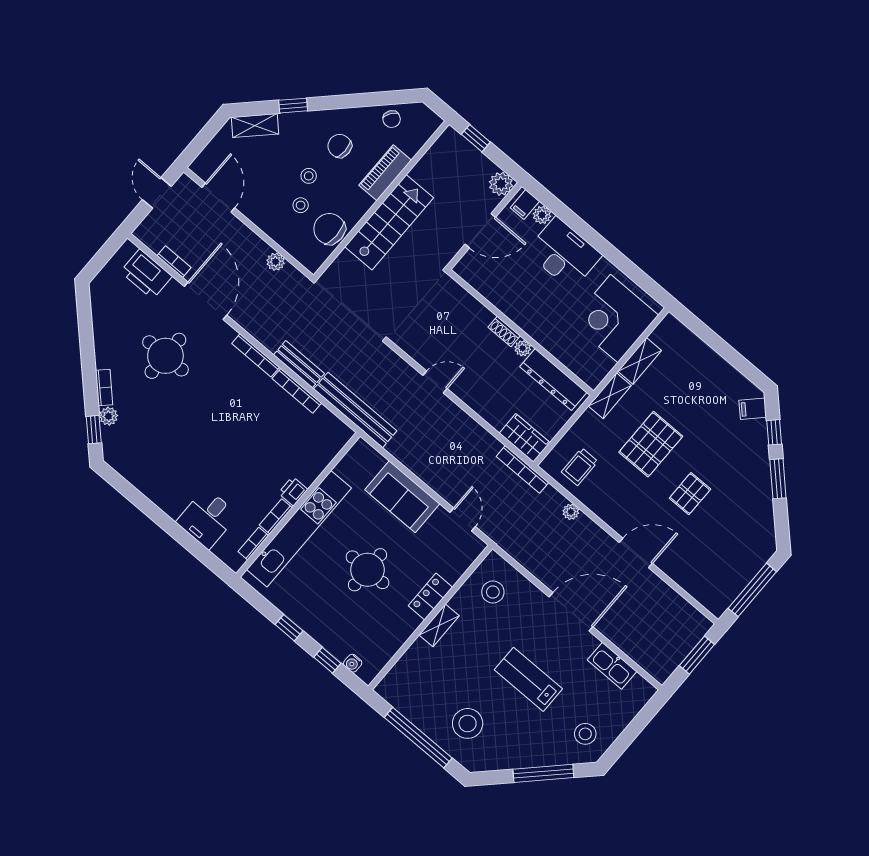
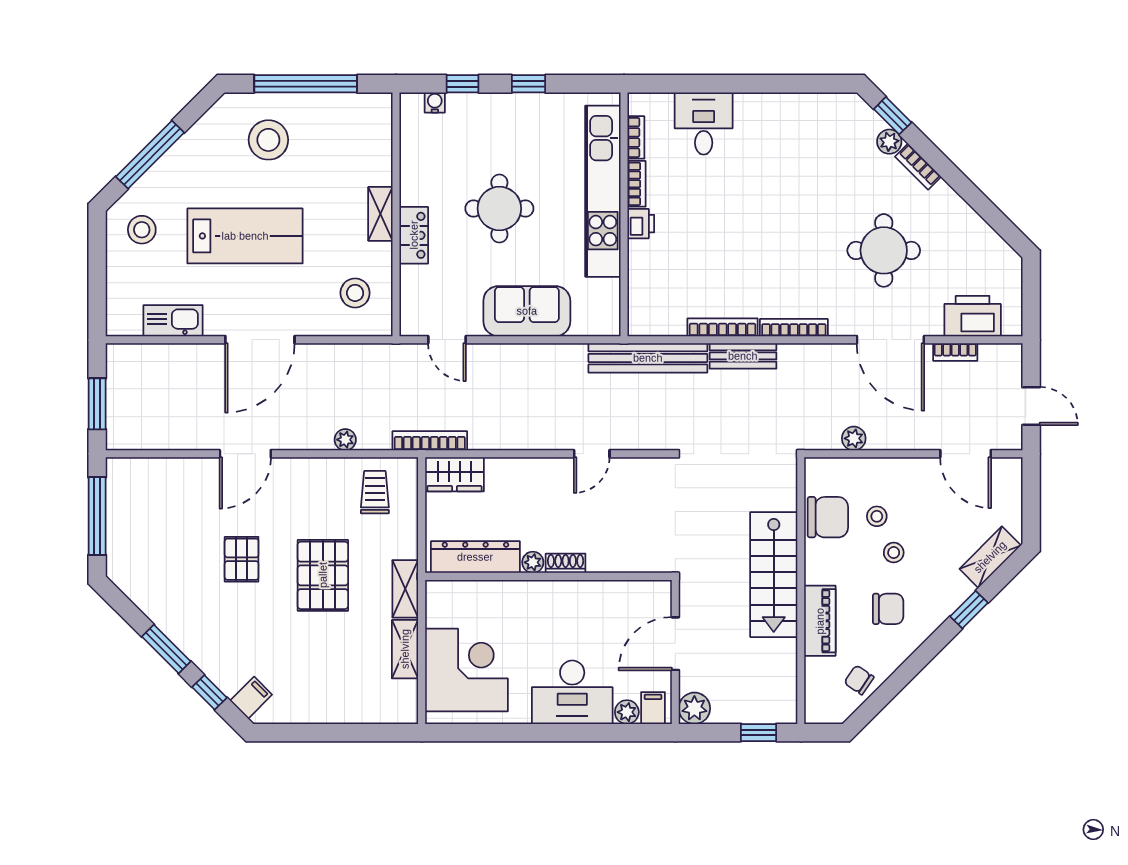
lab bench: (528, 679) -> (245, 236), width x1.36, depth x1.39

